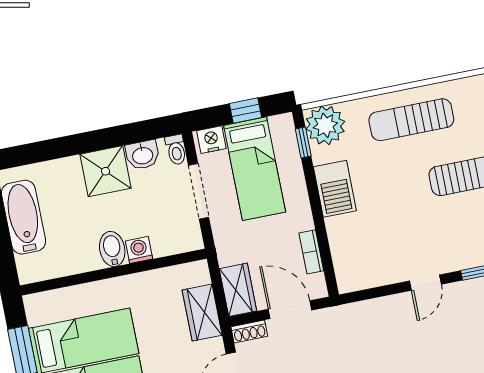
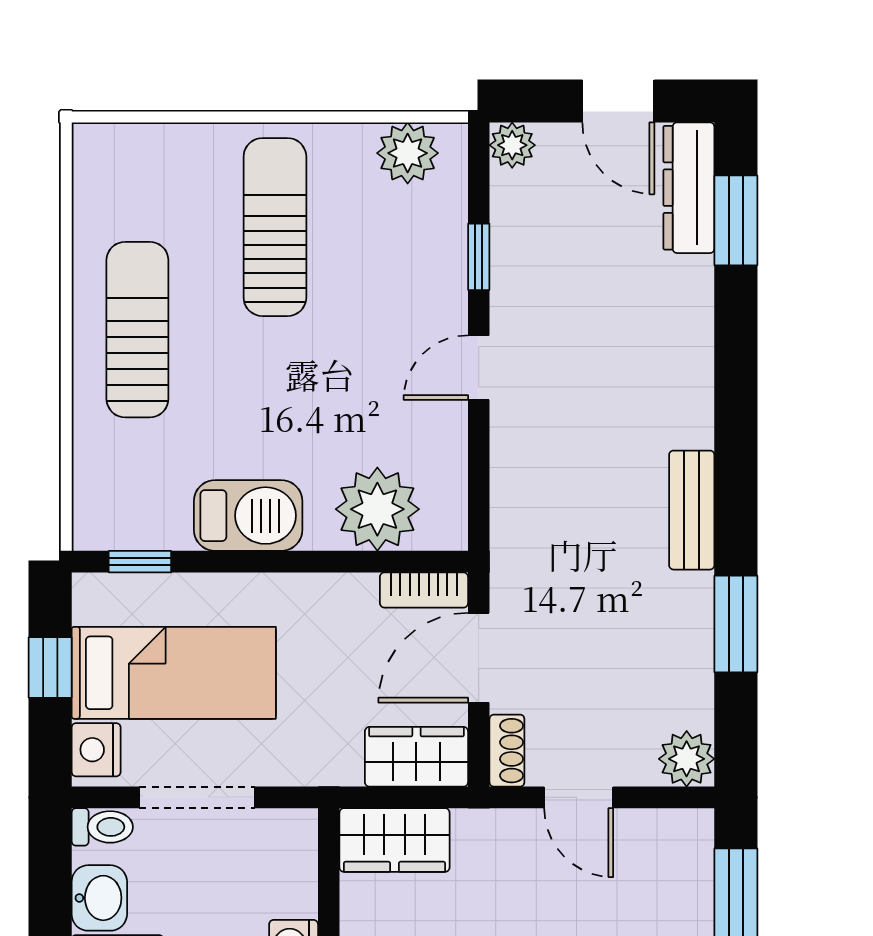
sun lounger: (411, 120) -> (137, 330), turned 180
plant: (325, 125) -> (377, 509), moved
bookcase: (311, 252) -> (424, 590), moved
door: (425, 283) -> (479, 368), swing flipped
wardrobe: (202, 313) -> (394, 840), moved

